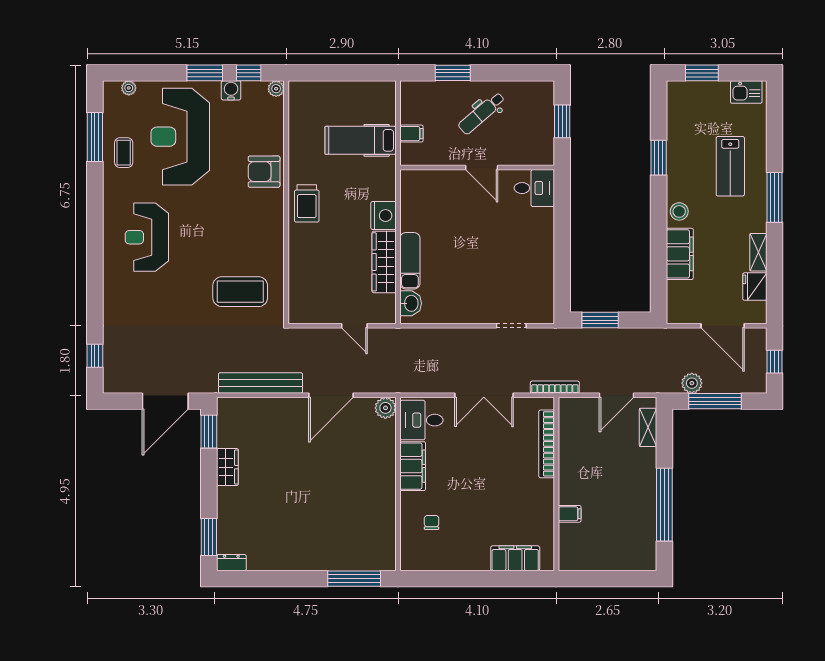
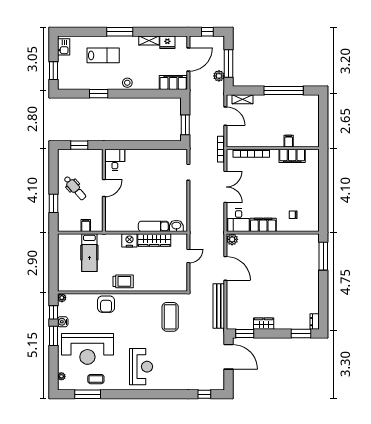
reception desk: (147, 237) -> (141, 367), turned -90
filing cabinet: (680, 254) -> (173, 82), moved
filing cabinet: (515, 558) -> (292, 156), moved, turned -90

